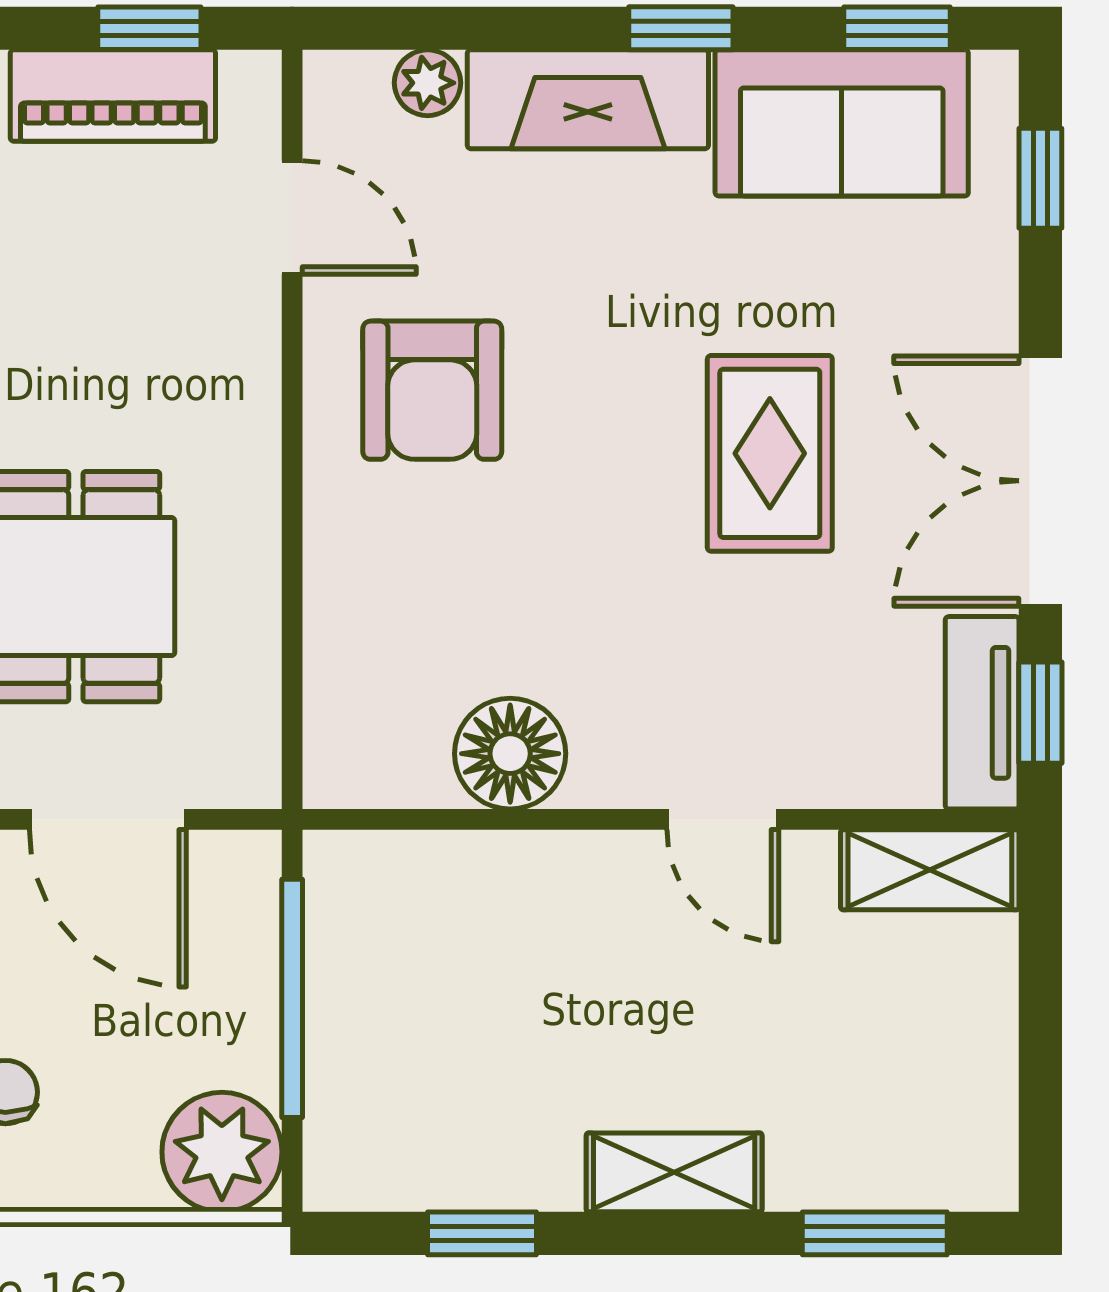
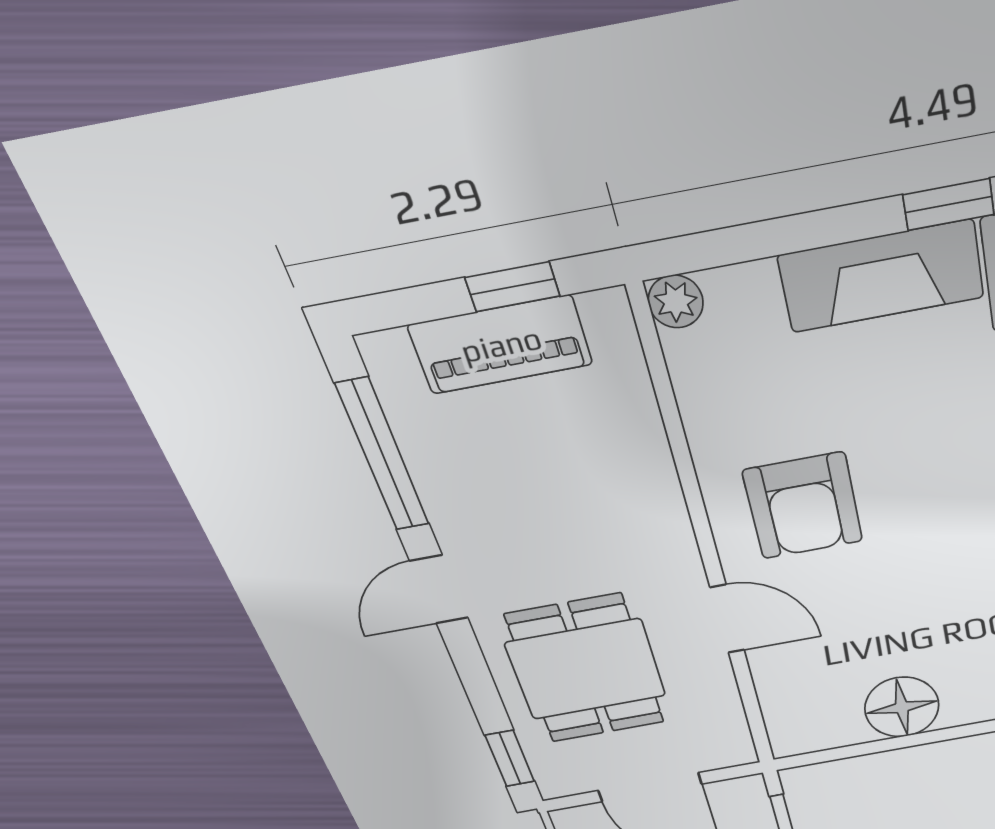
plant: (428, 83) -> (676, 302), moved
door: (292, 218) -> (727, 619), moved

